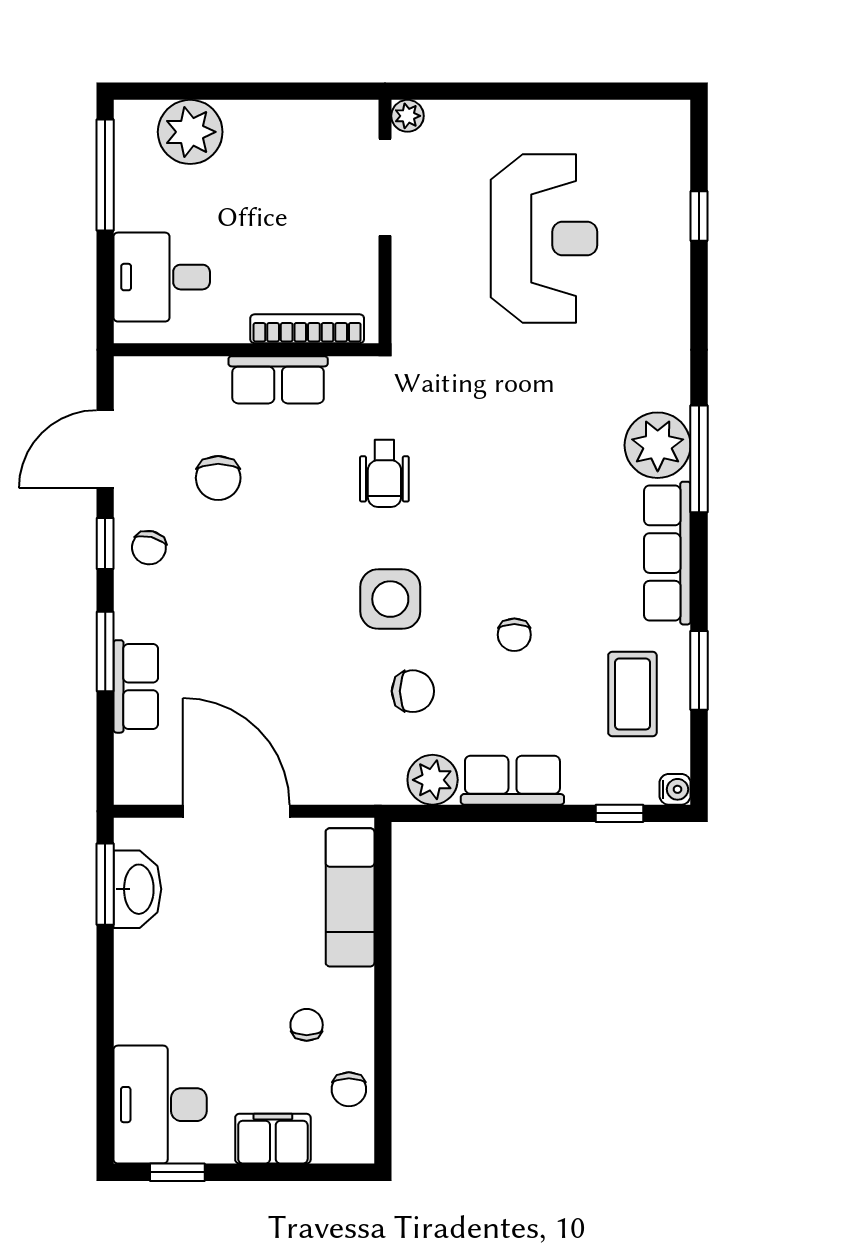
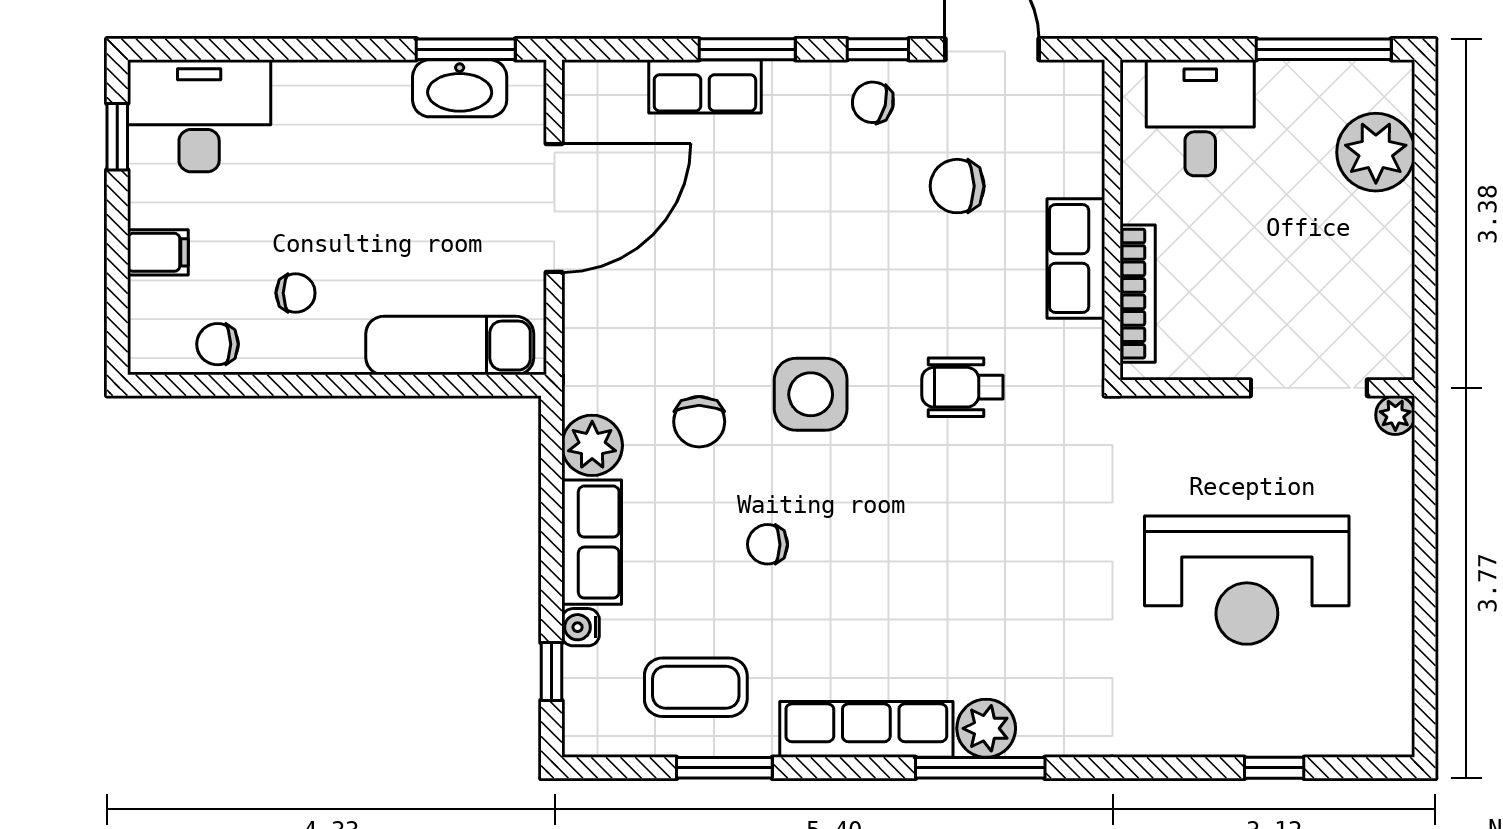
plant: (658, 445) -> (986, 728), width x0.73, depth x0.73
water cooler: (675, 789) -> (581, 627), moved, turned 90
filing cabinet: (273, 1139) -> (158, 252), width x0.50

